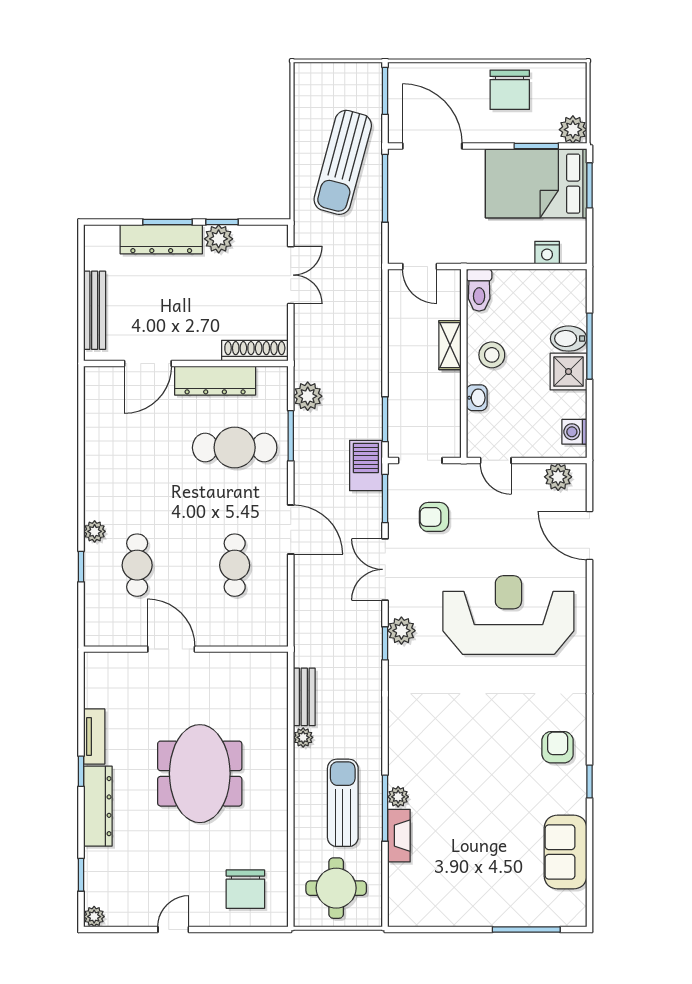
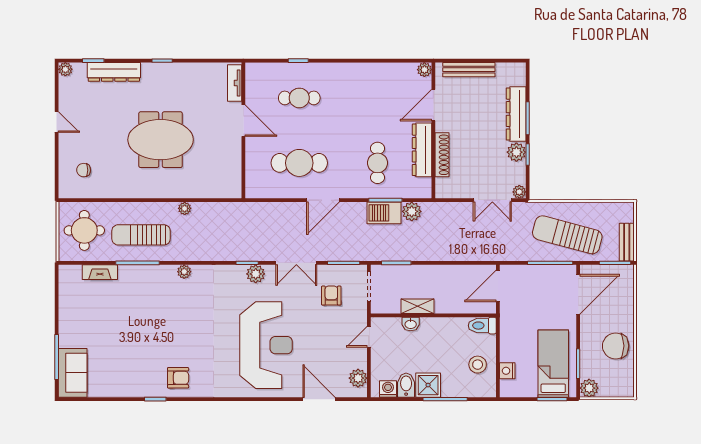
bed: (536, 184) -> (553, 364), width x0.67
plant: (278, 235) -> (519, 192), added
door: (420, 267) -> (498, 286), width x1.38
bidet: (569, 339) -> (406, 385), moved
shelving: (450, 345) -> (417, 306), moved
shoe rack: (255, 351) -> (442, 155), moved
stool: (492, 355) -> (478, 365), moved
door: (148, 364) -> (433, 105), hinge flipped
cafe table: (235, 448) -> (378, 163), width x0.73, depth x0.74
barbecue: (366, 466) -> (384, 213), moved, turned 180
plant: (95, 531) -> (424, 70), moved
door: (589, 536) -> (319, 399), hinge flipped
cafe table: (235, 565) -> (299, 163), width x1.37, depth x1.35
double door: (385, 569) -> (296, 263), swing flipped
door: (171, 649) -> (243, 121), hinge flipped
bench: (304, 697) -> (627, 242), moved, turned 90
tv unit: (94, 737) -> (235, 83), moved, turned 90
plant: (398, 797) -> (184, 272), moved
sun lounger: (343, 803) -> (141, 235), turned 180
dresser: (98, 806) -> (114, 72), moved
fireplace: (399, 836) -> (100, 272), moved
sofa: (566, 852) -> (73, 373), moved, turned 90
chair: (245, 889) -> (84, 170), width x0.54, depth x0.54

